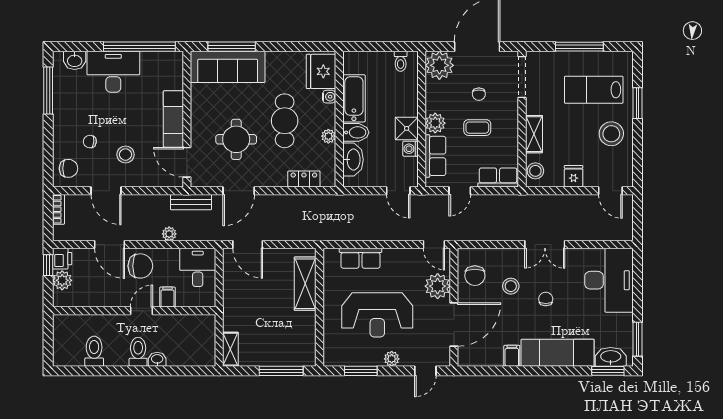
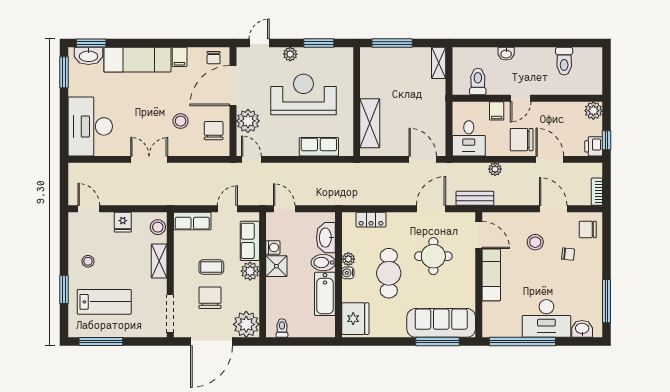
window: (579, 47) -> (101, 342), moved
chair: (479, 94) -> (210, 298), width x1.87, depth x1.87
water cooler: (329, 97) -> (348, 273), moved
stool: (611, 134) -> (88, 261), width x0.53, depth x0.53
plant: (62, 280) -> (593, 111), moved
chair: (546, 299) -> (214, 58), moved
toilet: (138, 352) -> (478, 82), moved, turned 180

